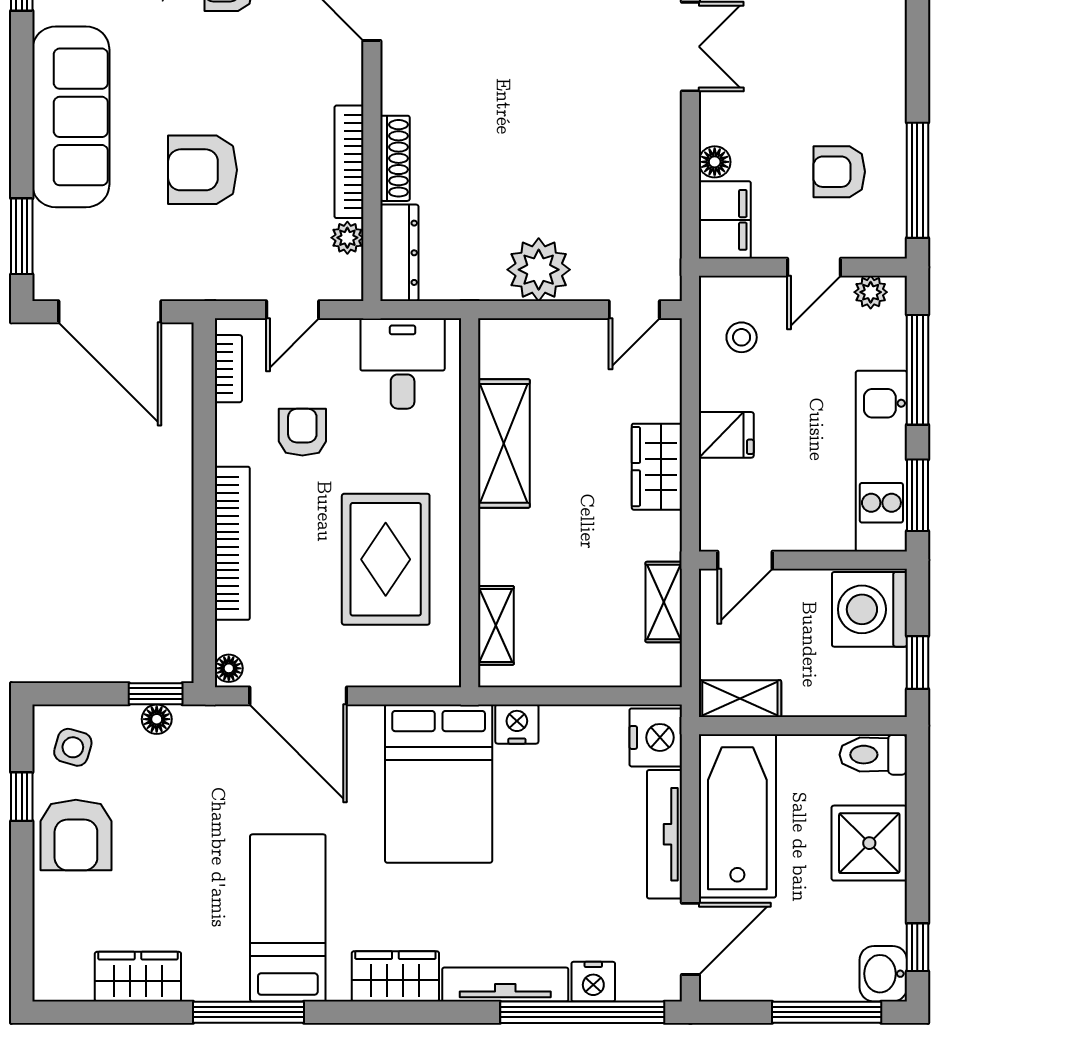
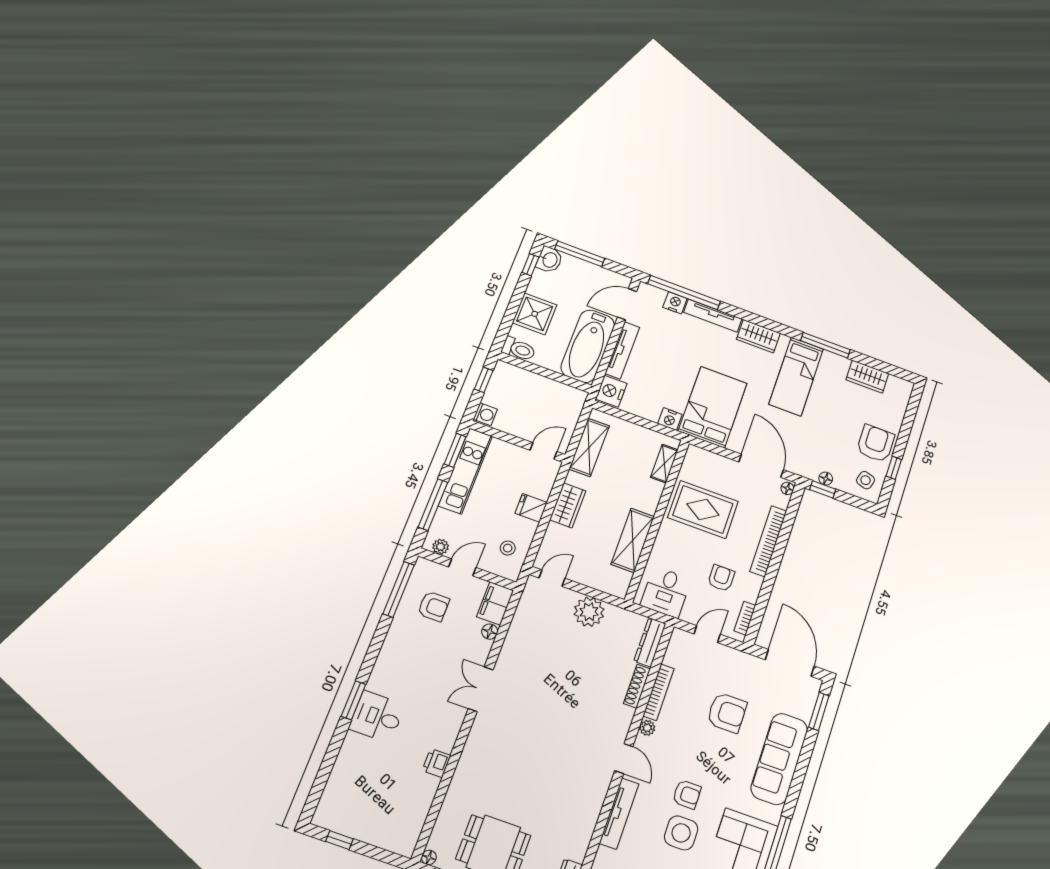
plant: (347, 238) -> (647, 728), moved
armchair: (302, 432) -> (721, 578), turned 180
rug: (386, 559) -> (703, 509), turned 90
shelving: (664, 602) -> (589, 447), width x1.50, depth x1.33
washing machine: (869, 609) -> (485, 414), width x0.53, depth x0.53
shelving: (740, 699) -> (568, 394), removed

